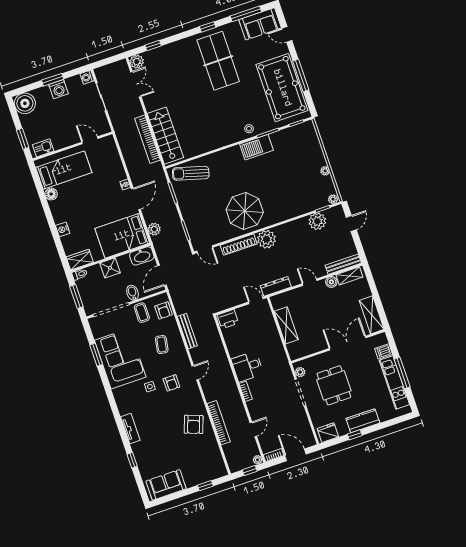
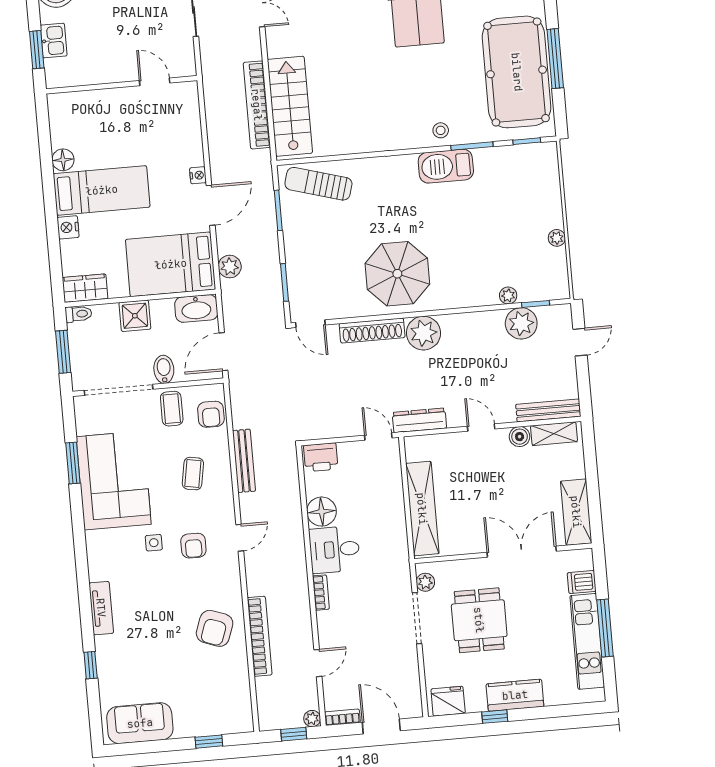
kitchen sink: (43, 148) -> (54, 41), moved, turned 90
bed: (64, 170) -> (102, 190), moved
plant: (333, 199) -> (508, 296), moved
shelving: (286, 325) -> (422, 509), width x1.47
floor lamp: (235, 348) -> (322, 512), added

